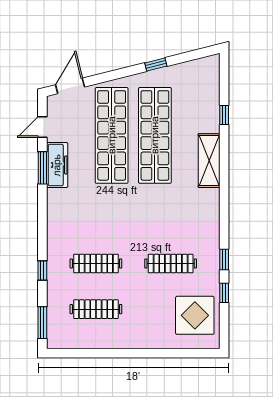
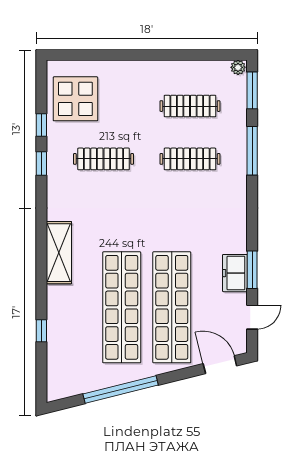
window: (156, 64) -> (121, 389), width x3.17
door: (70, 86) -> (220, 365), swing flipped
shelving: (209, 161) -> (59, 253), moved
freezer: (57, 165) -> (235, 273), width x0.71
window: (42, 271) -> (252, 151), width x2.17
plant: (54, 342) -> (238, 67), added

